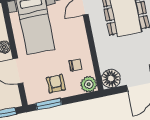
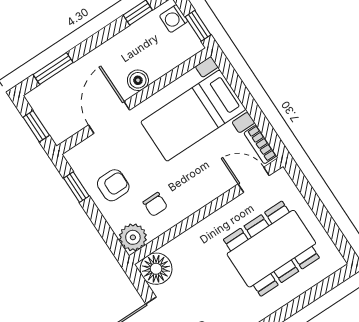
window: (49, 104) -> (76, 187), width x0.67

